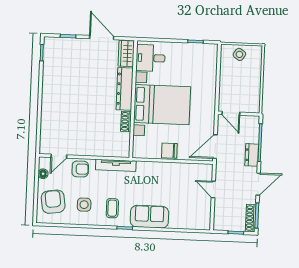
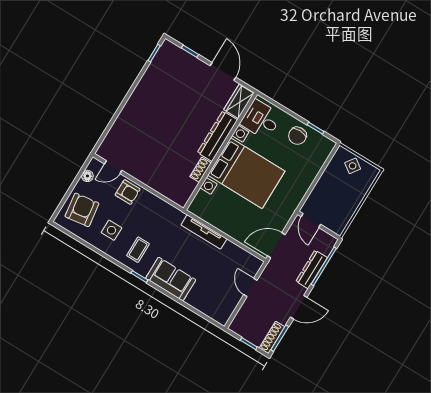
chair: (169, 151) -> (297, 136), moved, turned -90
dresser: (252, 155) -> (312, 269), width x1.44
tv unit: (116, 165) -> (204, 232), moved

